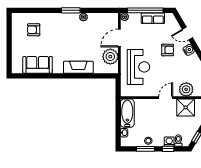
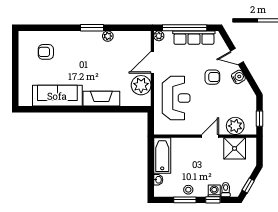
row of seats: (153, 18) -> (194, 38), width x1.48
sofa: (38, 65) -> (57, 96), width x1.36

